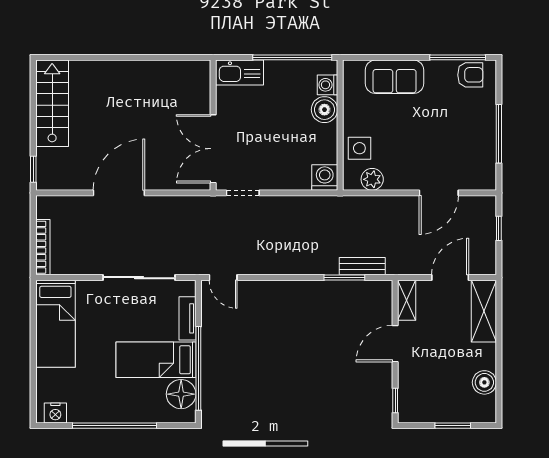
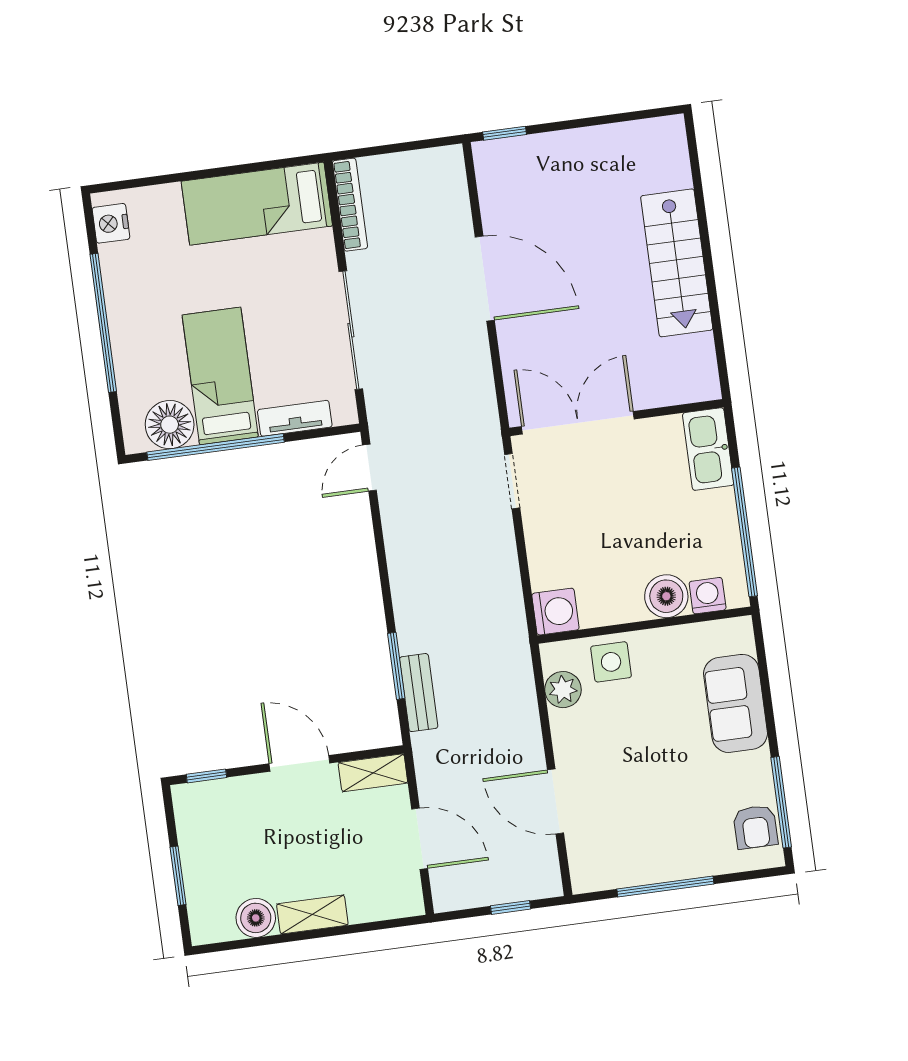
stairs: (52, 103) -> (677, 263), moved, turned 90
bookcase: (43, 247) -> (350, 205), moved, turned -90
shelving: (484, 311) -> (312, 915), moved, width x0.67, depth x0.75

